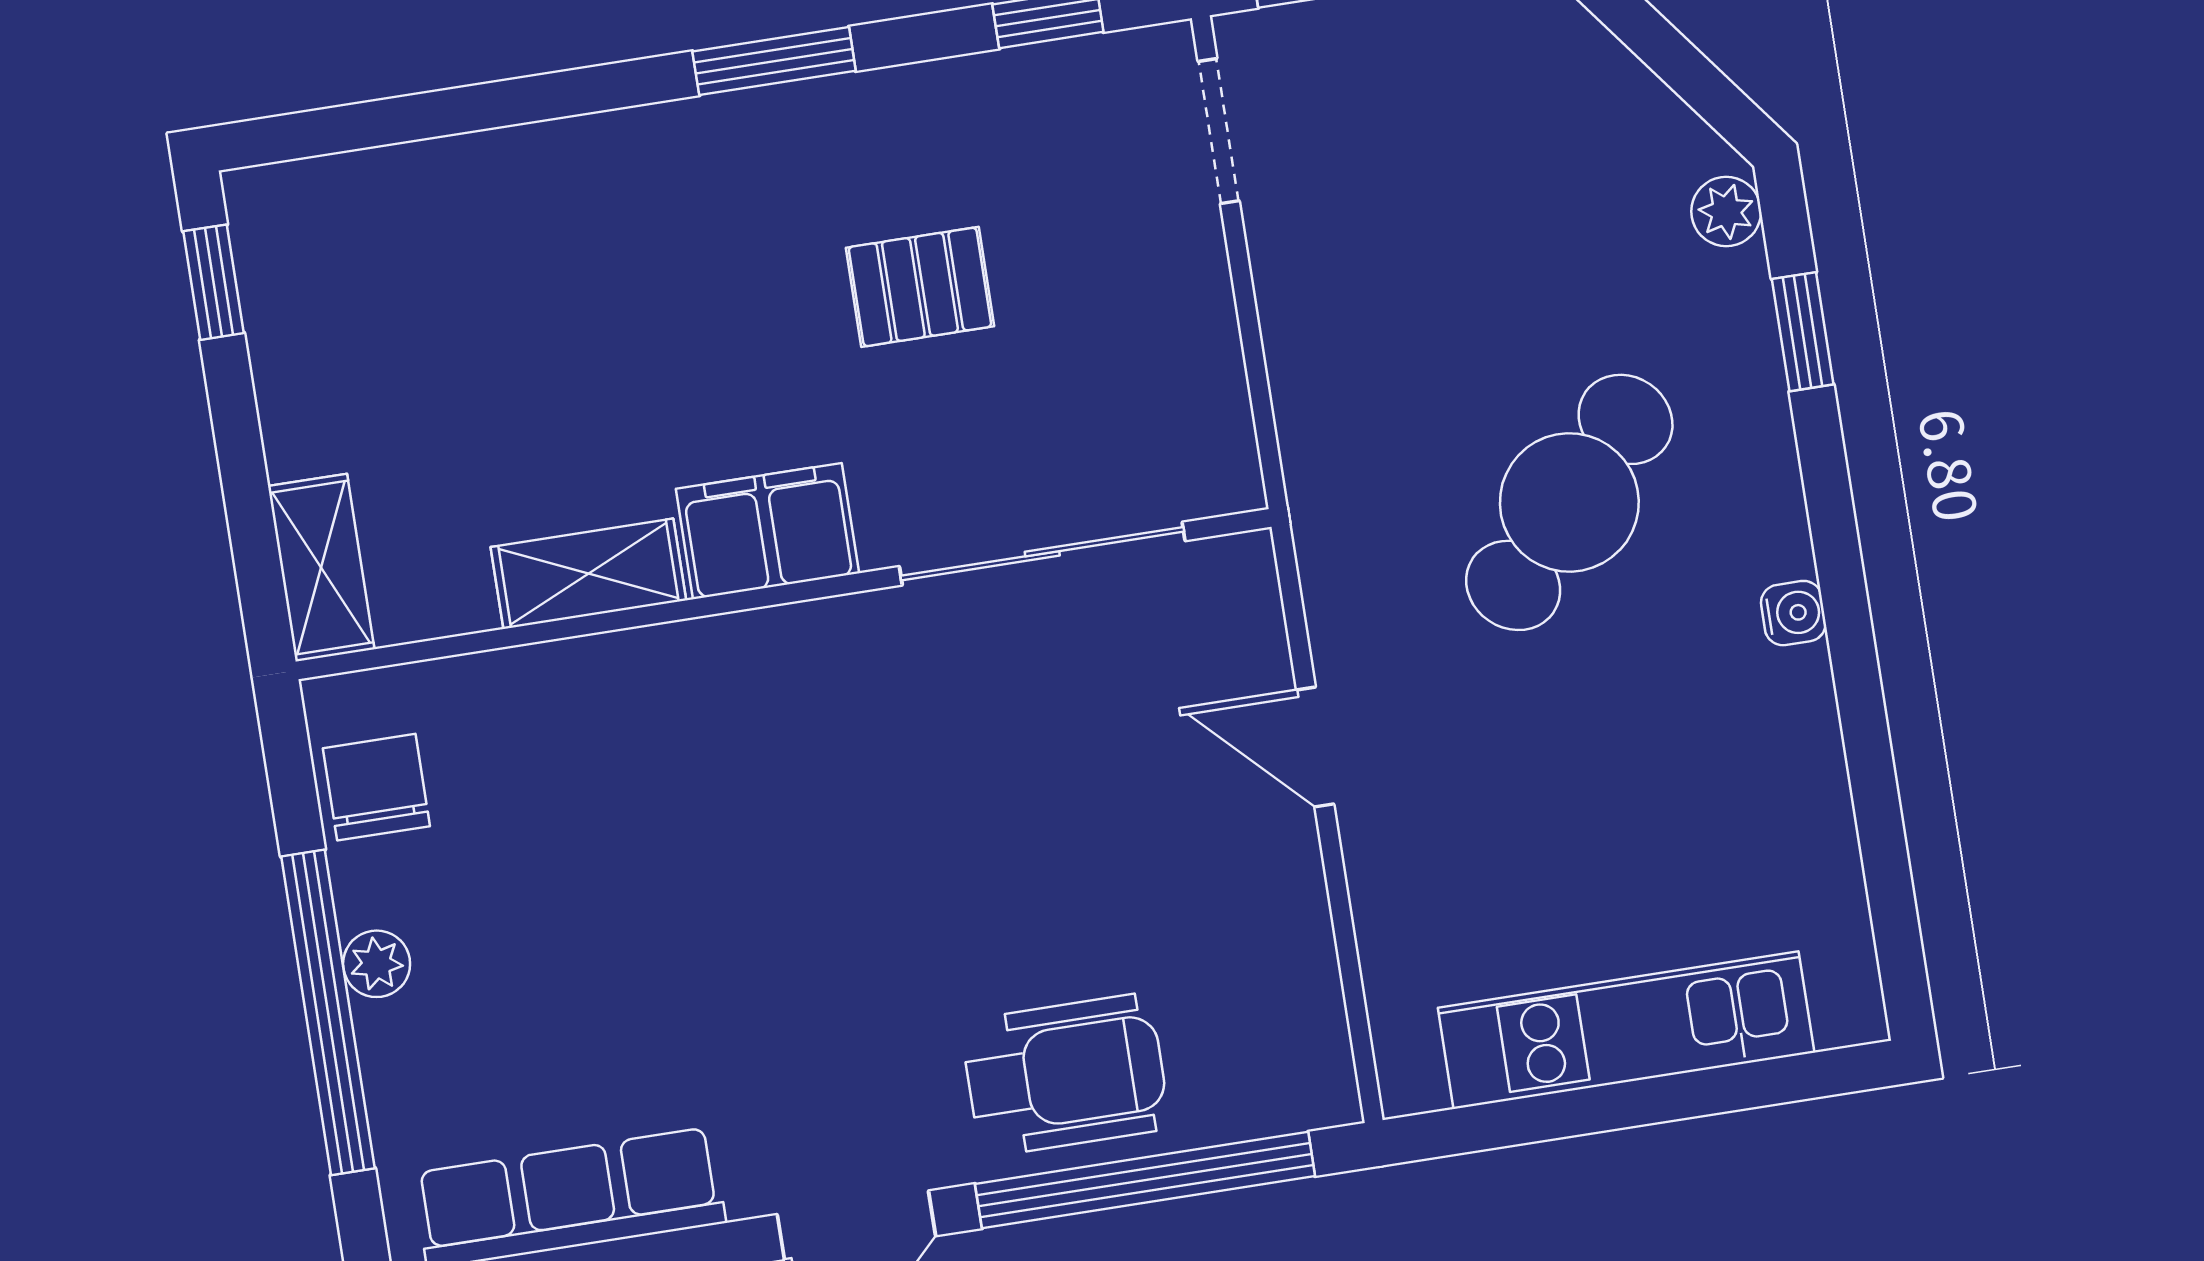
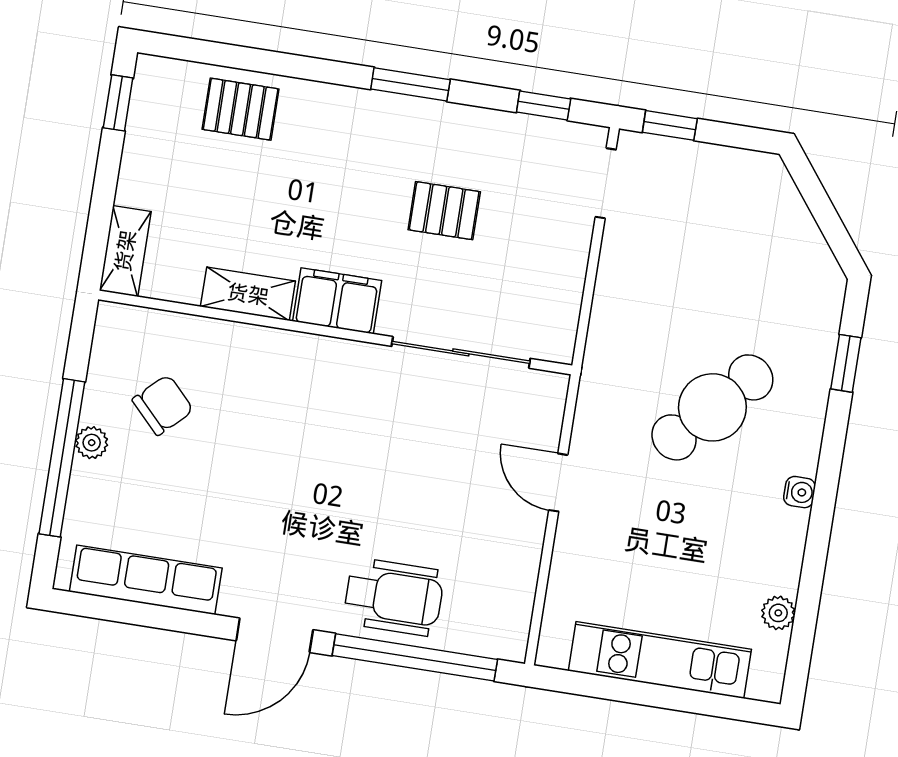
plant: (1726, 212) -> (778, 613), moved
pallet: (457, 217) -> (241, 109), added
chair: (376, 787) -> (163, 405), moved, turned 46

